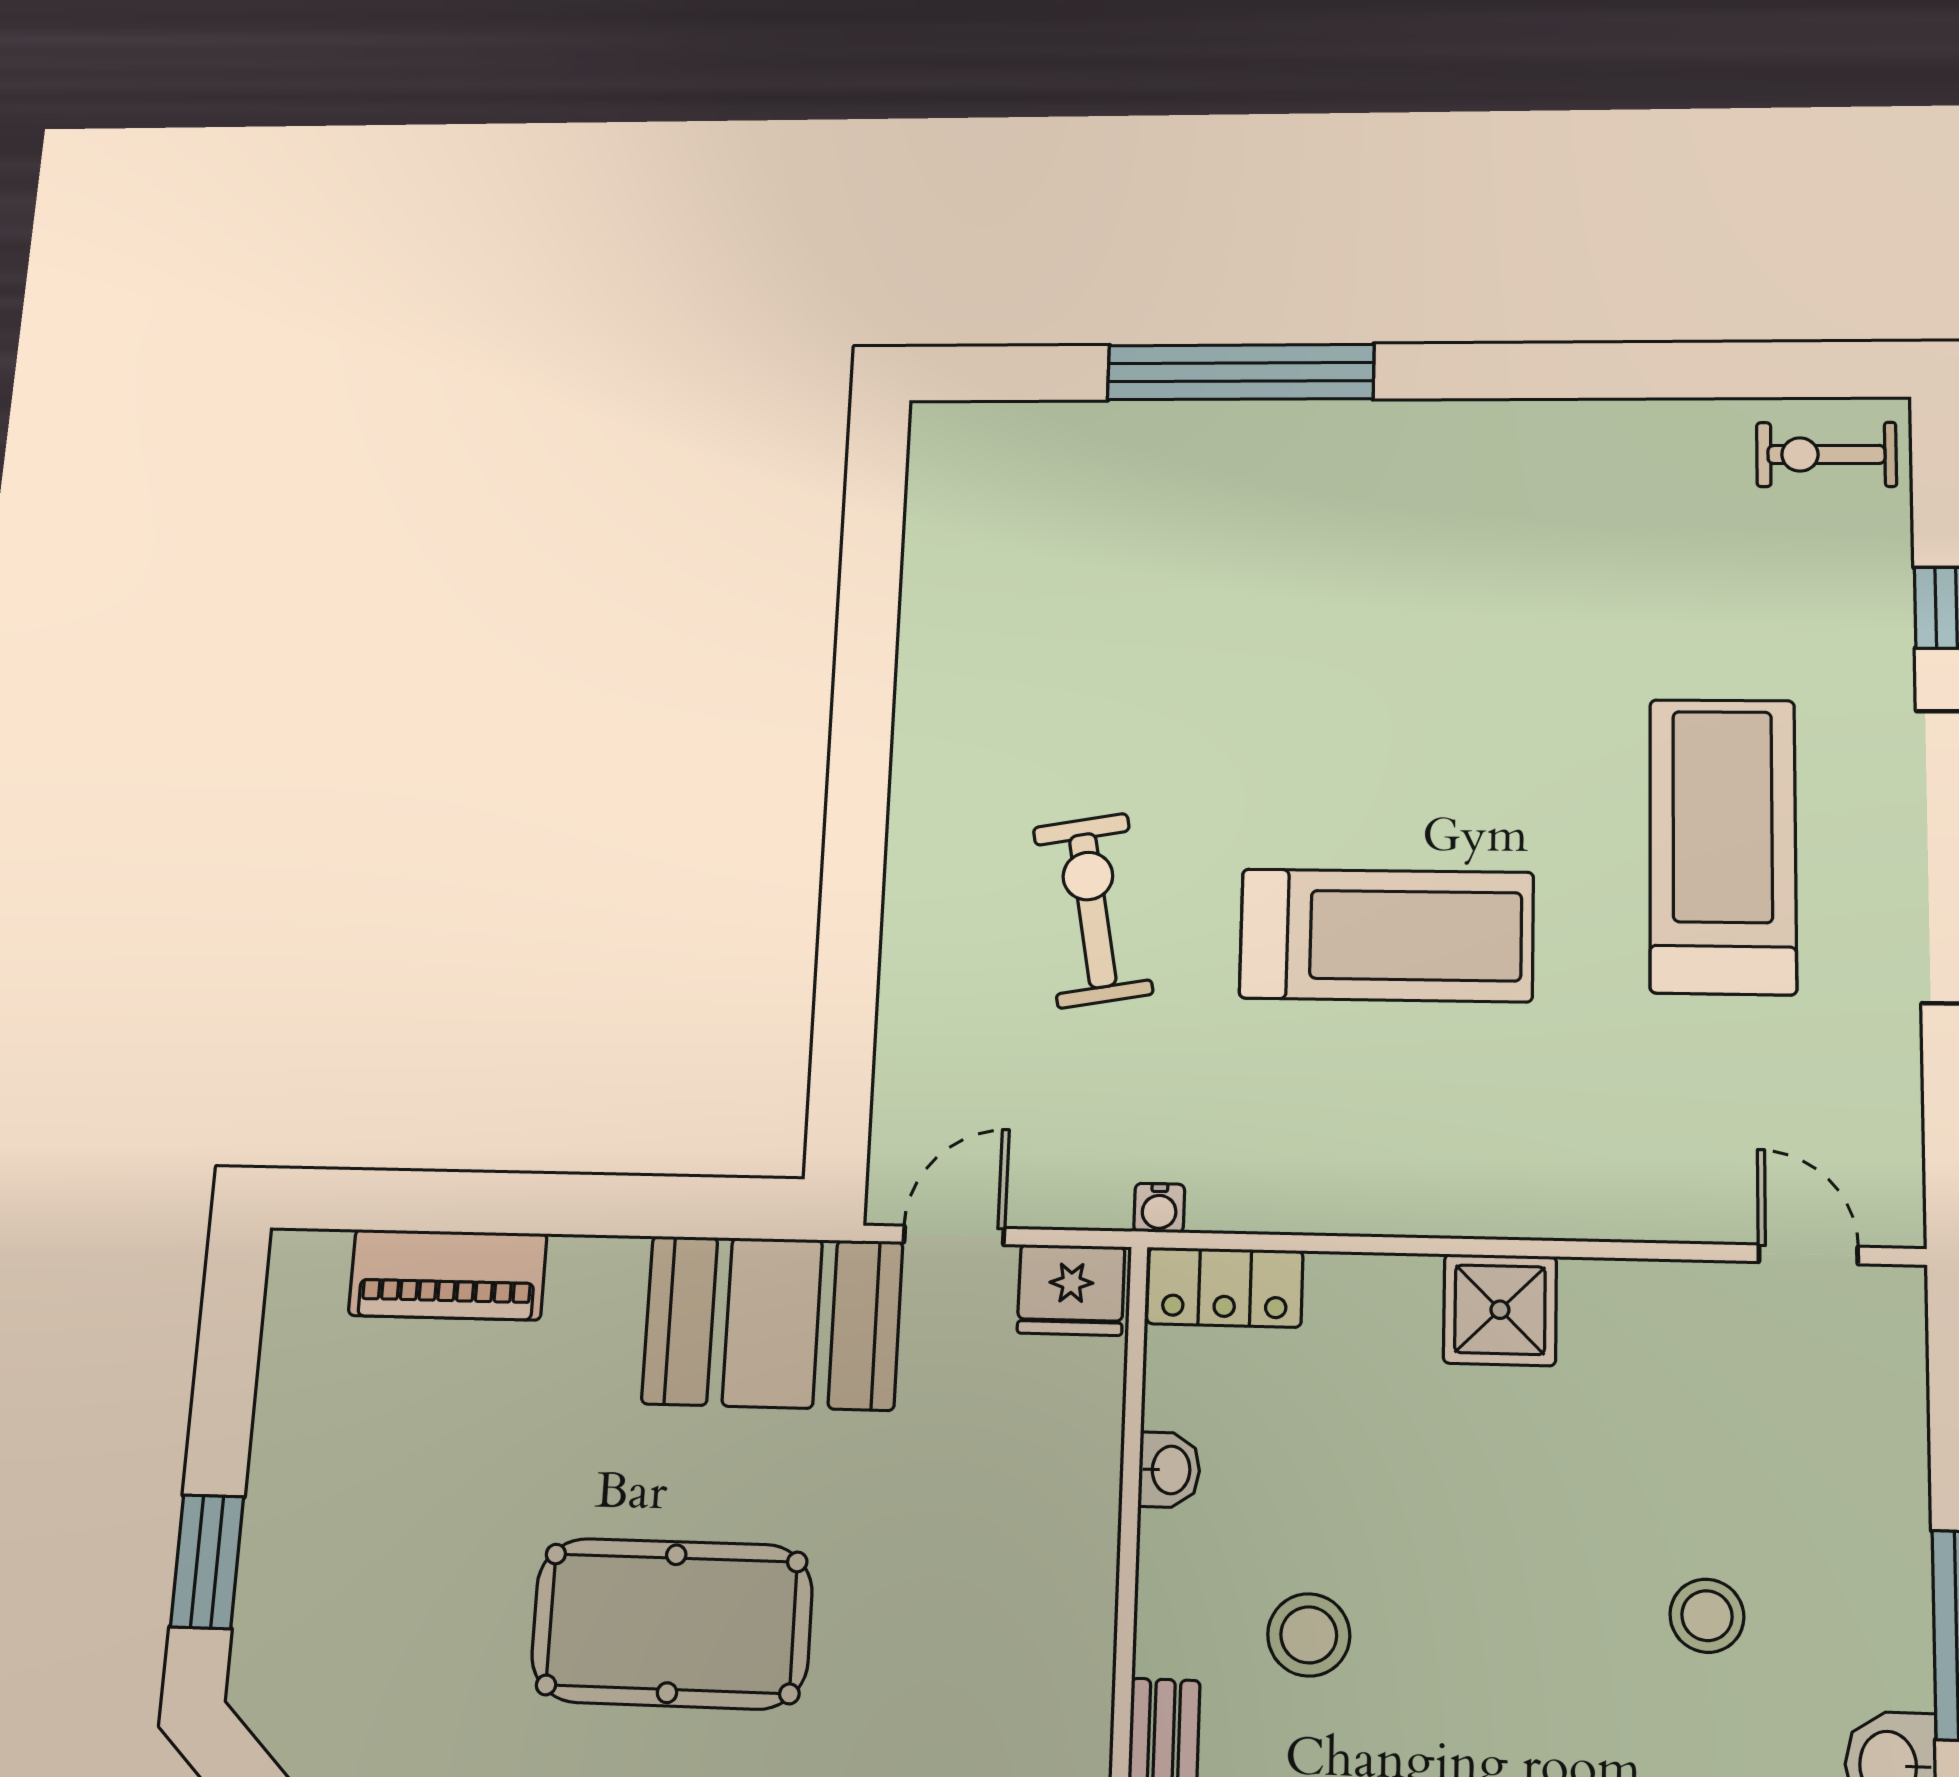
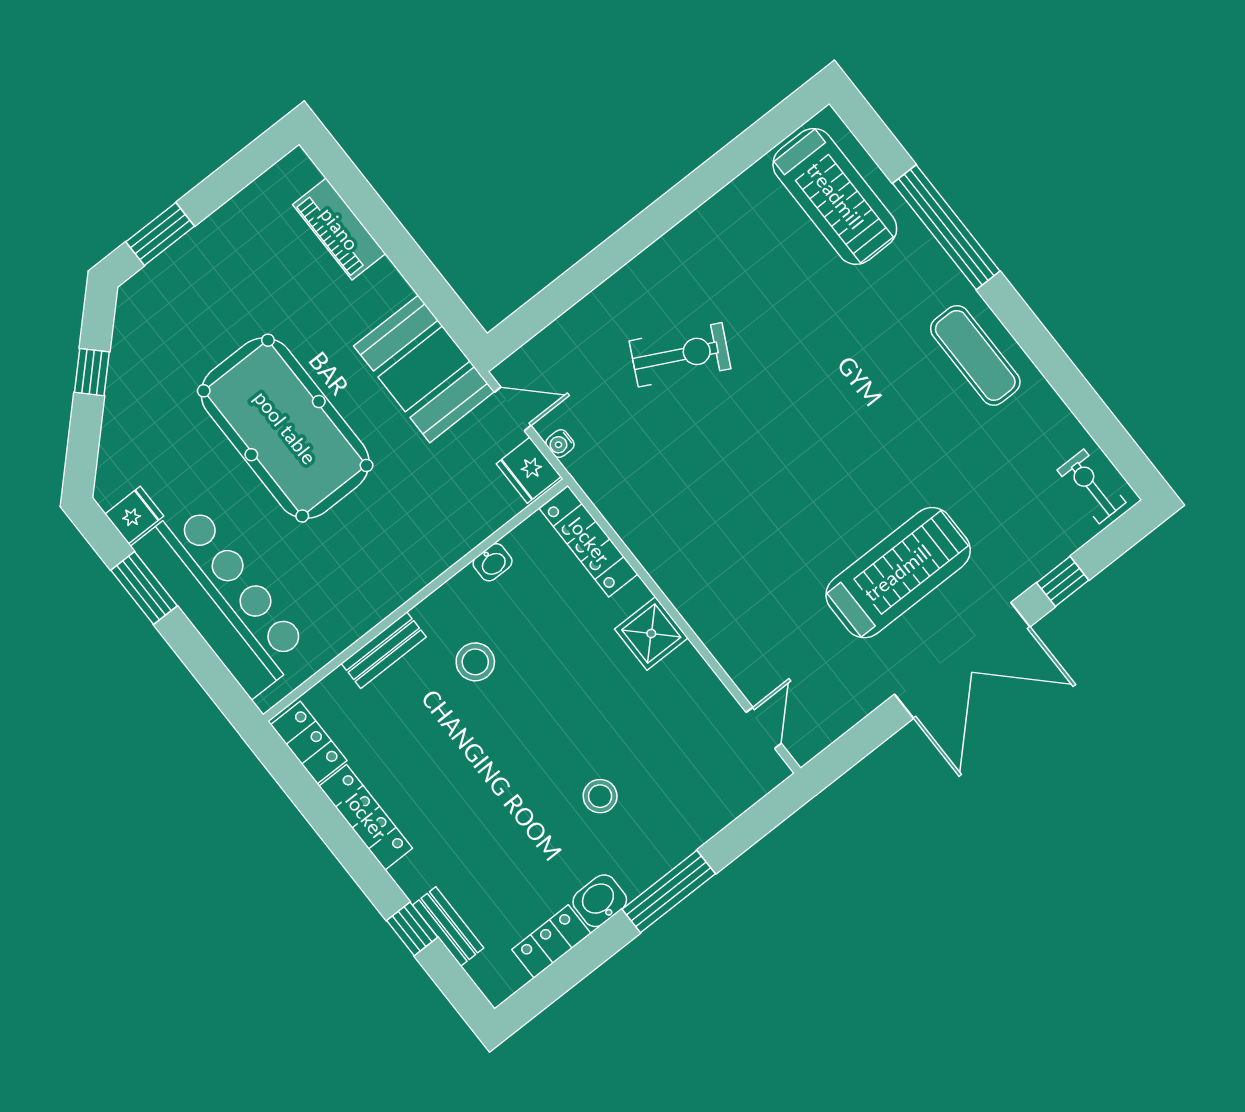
exercise mat: (1473, 474) -> (975, 355), added
exercise bike: (1093, 910) -> (680, 355), turned 37
treadmill: (1386, 935) -> (835, 196), moved
water cooler: (1159, 1208) -> (560, 444), moved
locker: (1225, 1287) -> (589, 541), width x1.53
pool table: (672, 1623) -> (285, 428), width x1.36, depth x1.32

